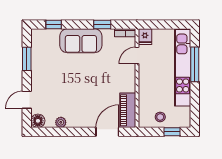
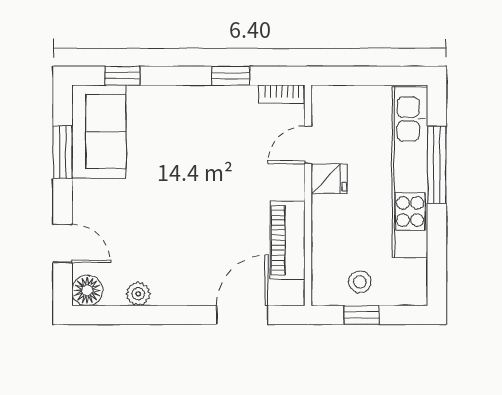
fridge: (145, 37) -> (329, 179), moved, turned -90
sofa: (81, 41) -> (99, 132), moved, turned -90
door: (27, 100) -> (63, 243), swing flipped
piano: (128, 110) -> (288, 240), moved
window: (172, 132) -> (362, 315), moved

